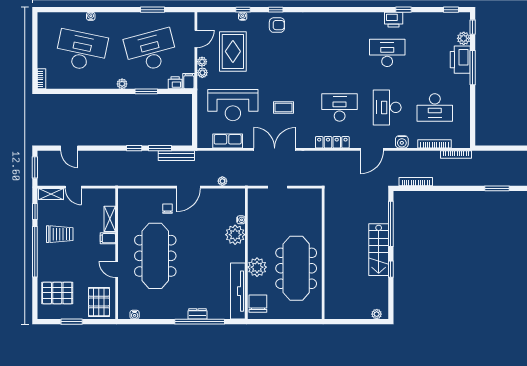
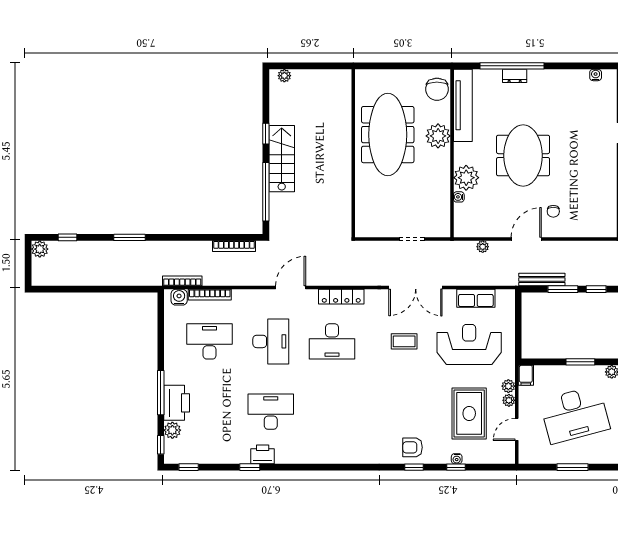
desk: (387, 53) -> (271, 412), turned 180
printer: (175, 83) -> (543, 373), removed
water cooler: (402, 142) -> (179, 297), moved
meeting table: (155, 256) -> (523, 156), moved, width x0.73

